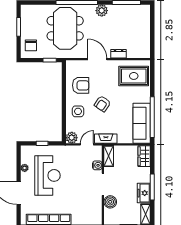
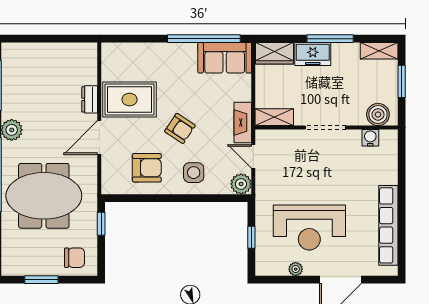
rug: (134, 76) -> (130, 99), moved, turned 90
armchair: (81, 85) -> (147, 168), turned 90
sofa: (142, 123) -> (225, 58), width x0.73
water cooler: (97, 165) -> (370, 138), moved
reception desk: (48, 175) -> (309, 228), turned 180
freezer: (144, 193) -> (313, 54), moved
boiler: (110, 202) -> (378, 114), moved

